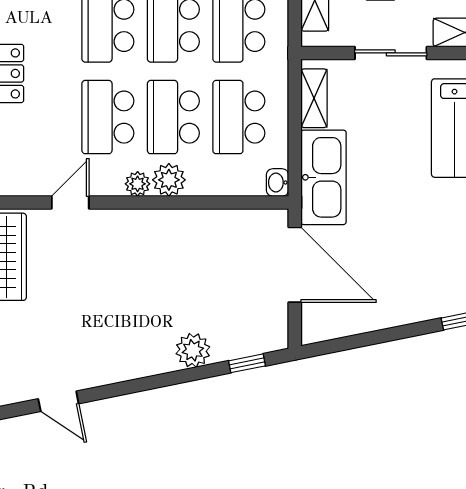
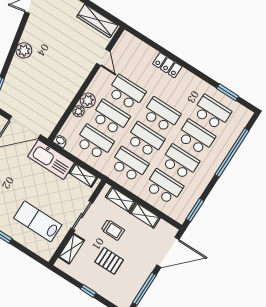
plant: (138, 184) -> (79, 111), moved
plant: (193, 350) -> (24, 50), moved

